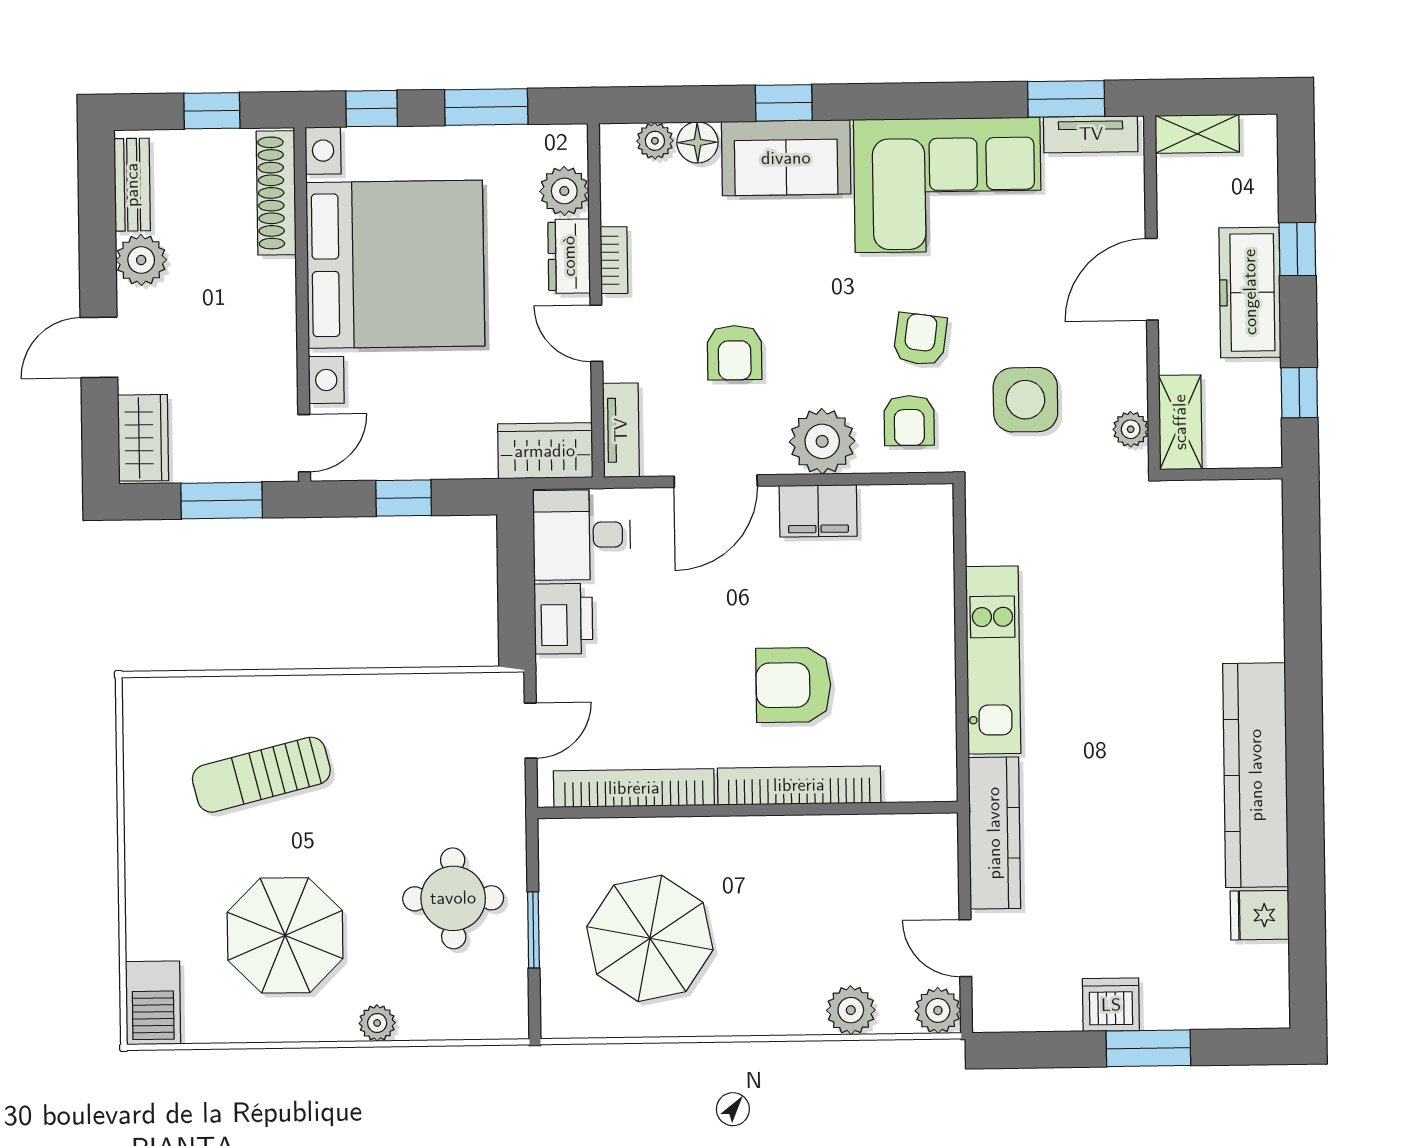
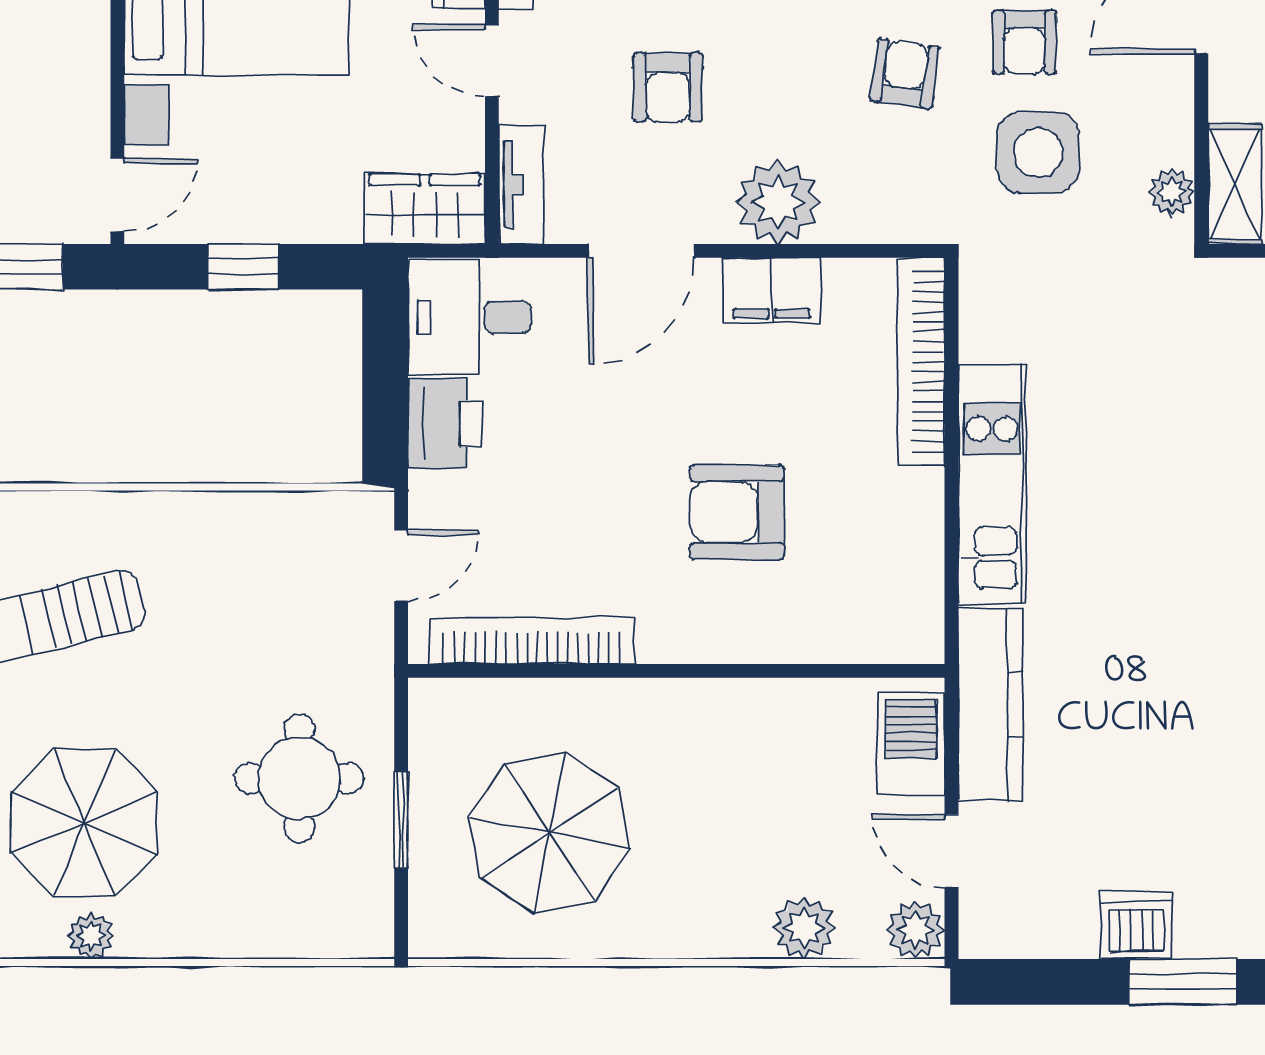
armchair: (909, 421) -> (1024, 42), moved
bookcase: (799, 785) -> (921, 362), moved, turned -90
barbecue: (933, 865) -> (911, 744), added
plant: (377, 1023) -> (91, 936), moved

